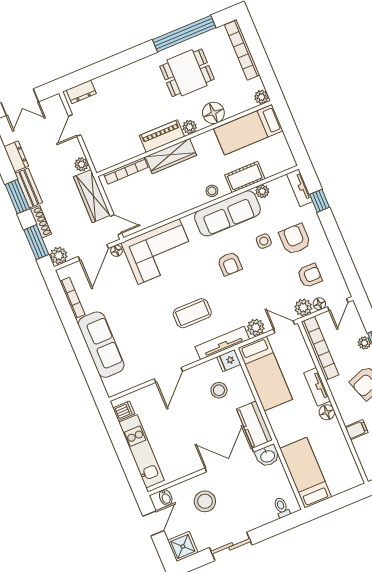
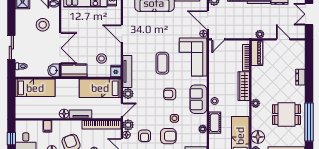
dining table: (187, 73) -> (286, 115), turned 90
dresser: (81, 92) -> (300, 77), moved
floor lamp: (213, 113) -> (258, 137), moved
piano: (162, 136) -> (257, 53), moved
wardrobe: (92, 196) -> (240, 33), removed
sofa: (227, 213) -> (198, 99), width x0.73
coffee table: (192, 313) -> (162, 63), moved
sliding door: (231, 546) -> (11, 48), moved

